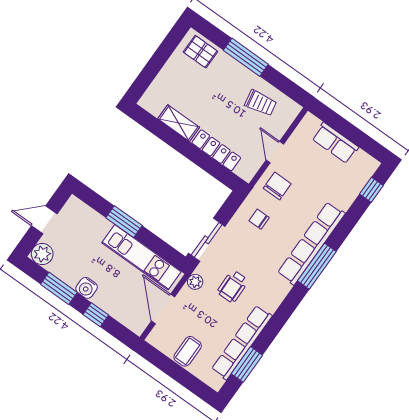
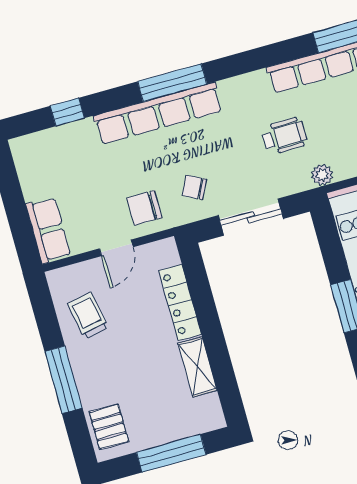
window: (155, 65) -> (171, 453), added
row of seats: (335, 143) -> (48, 230), moved
window: (371, 190) -> (67, 112), moved
chair: (259, 219) -> (194, 187), turned 117
sliding door: (207, 240) -> (251, 217), moved

